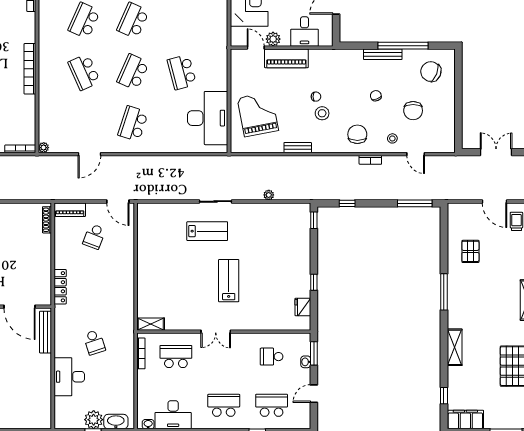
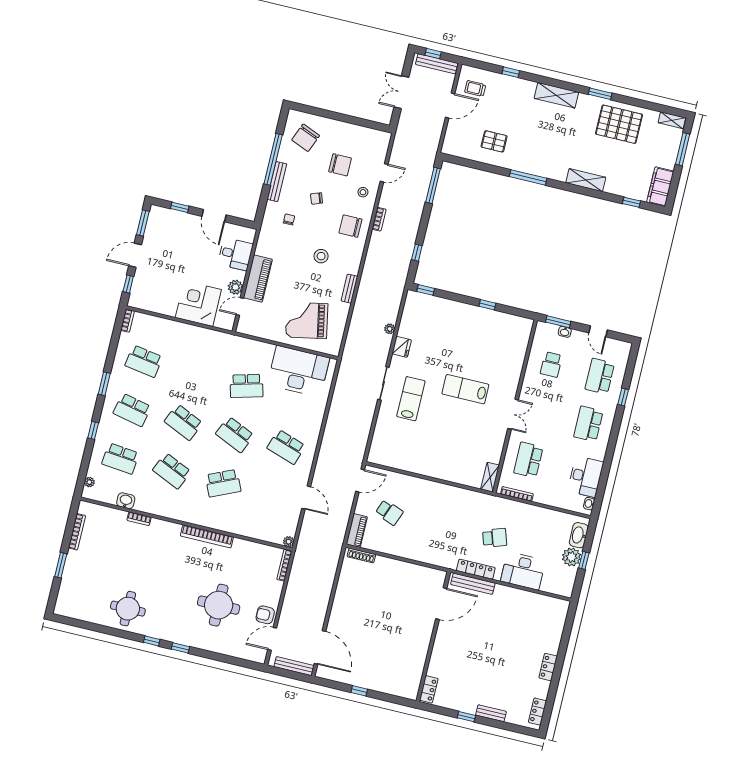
chair: (316, 97) -> (289, 219), moved
locker: (60, 287) -> (476, 569), moved
fridge: (303, 307) -> (402, 347), moved, turned -90

